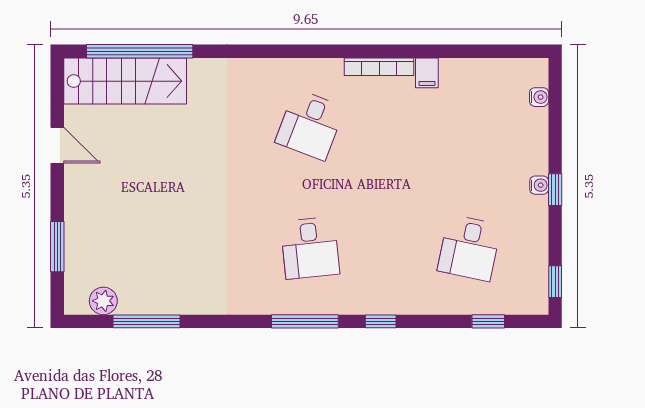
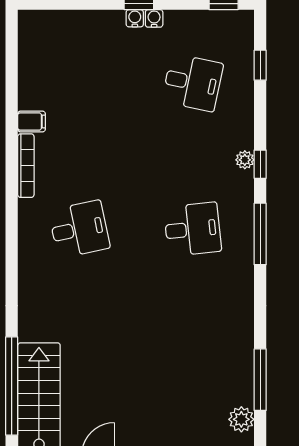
water cooler: (539, 97) -> (154, 18), moved
desk: (310, 125) -> (79, 229), turned -33
plant: (385, 305) -> (245, 160), added

